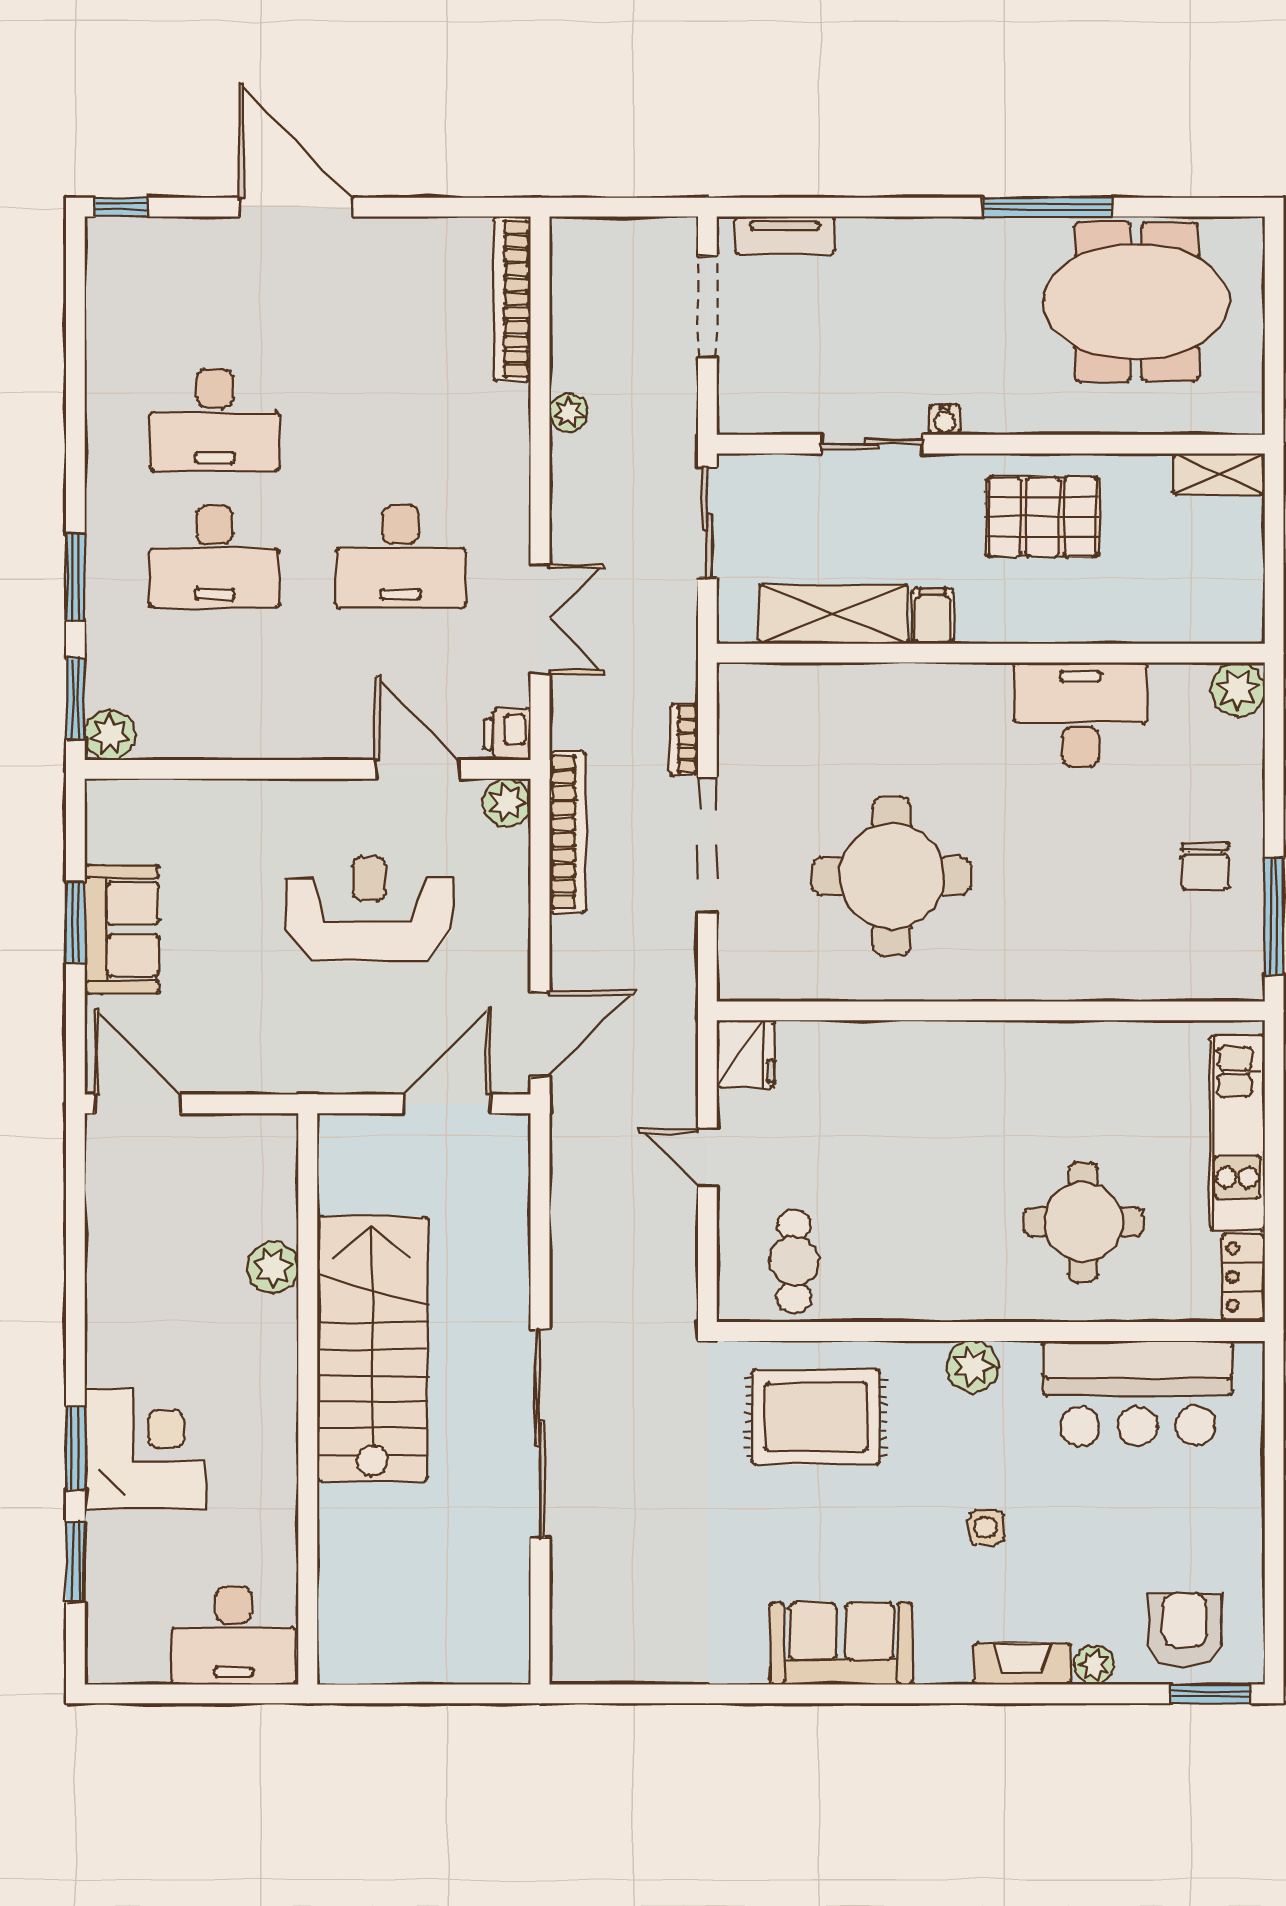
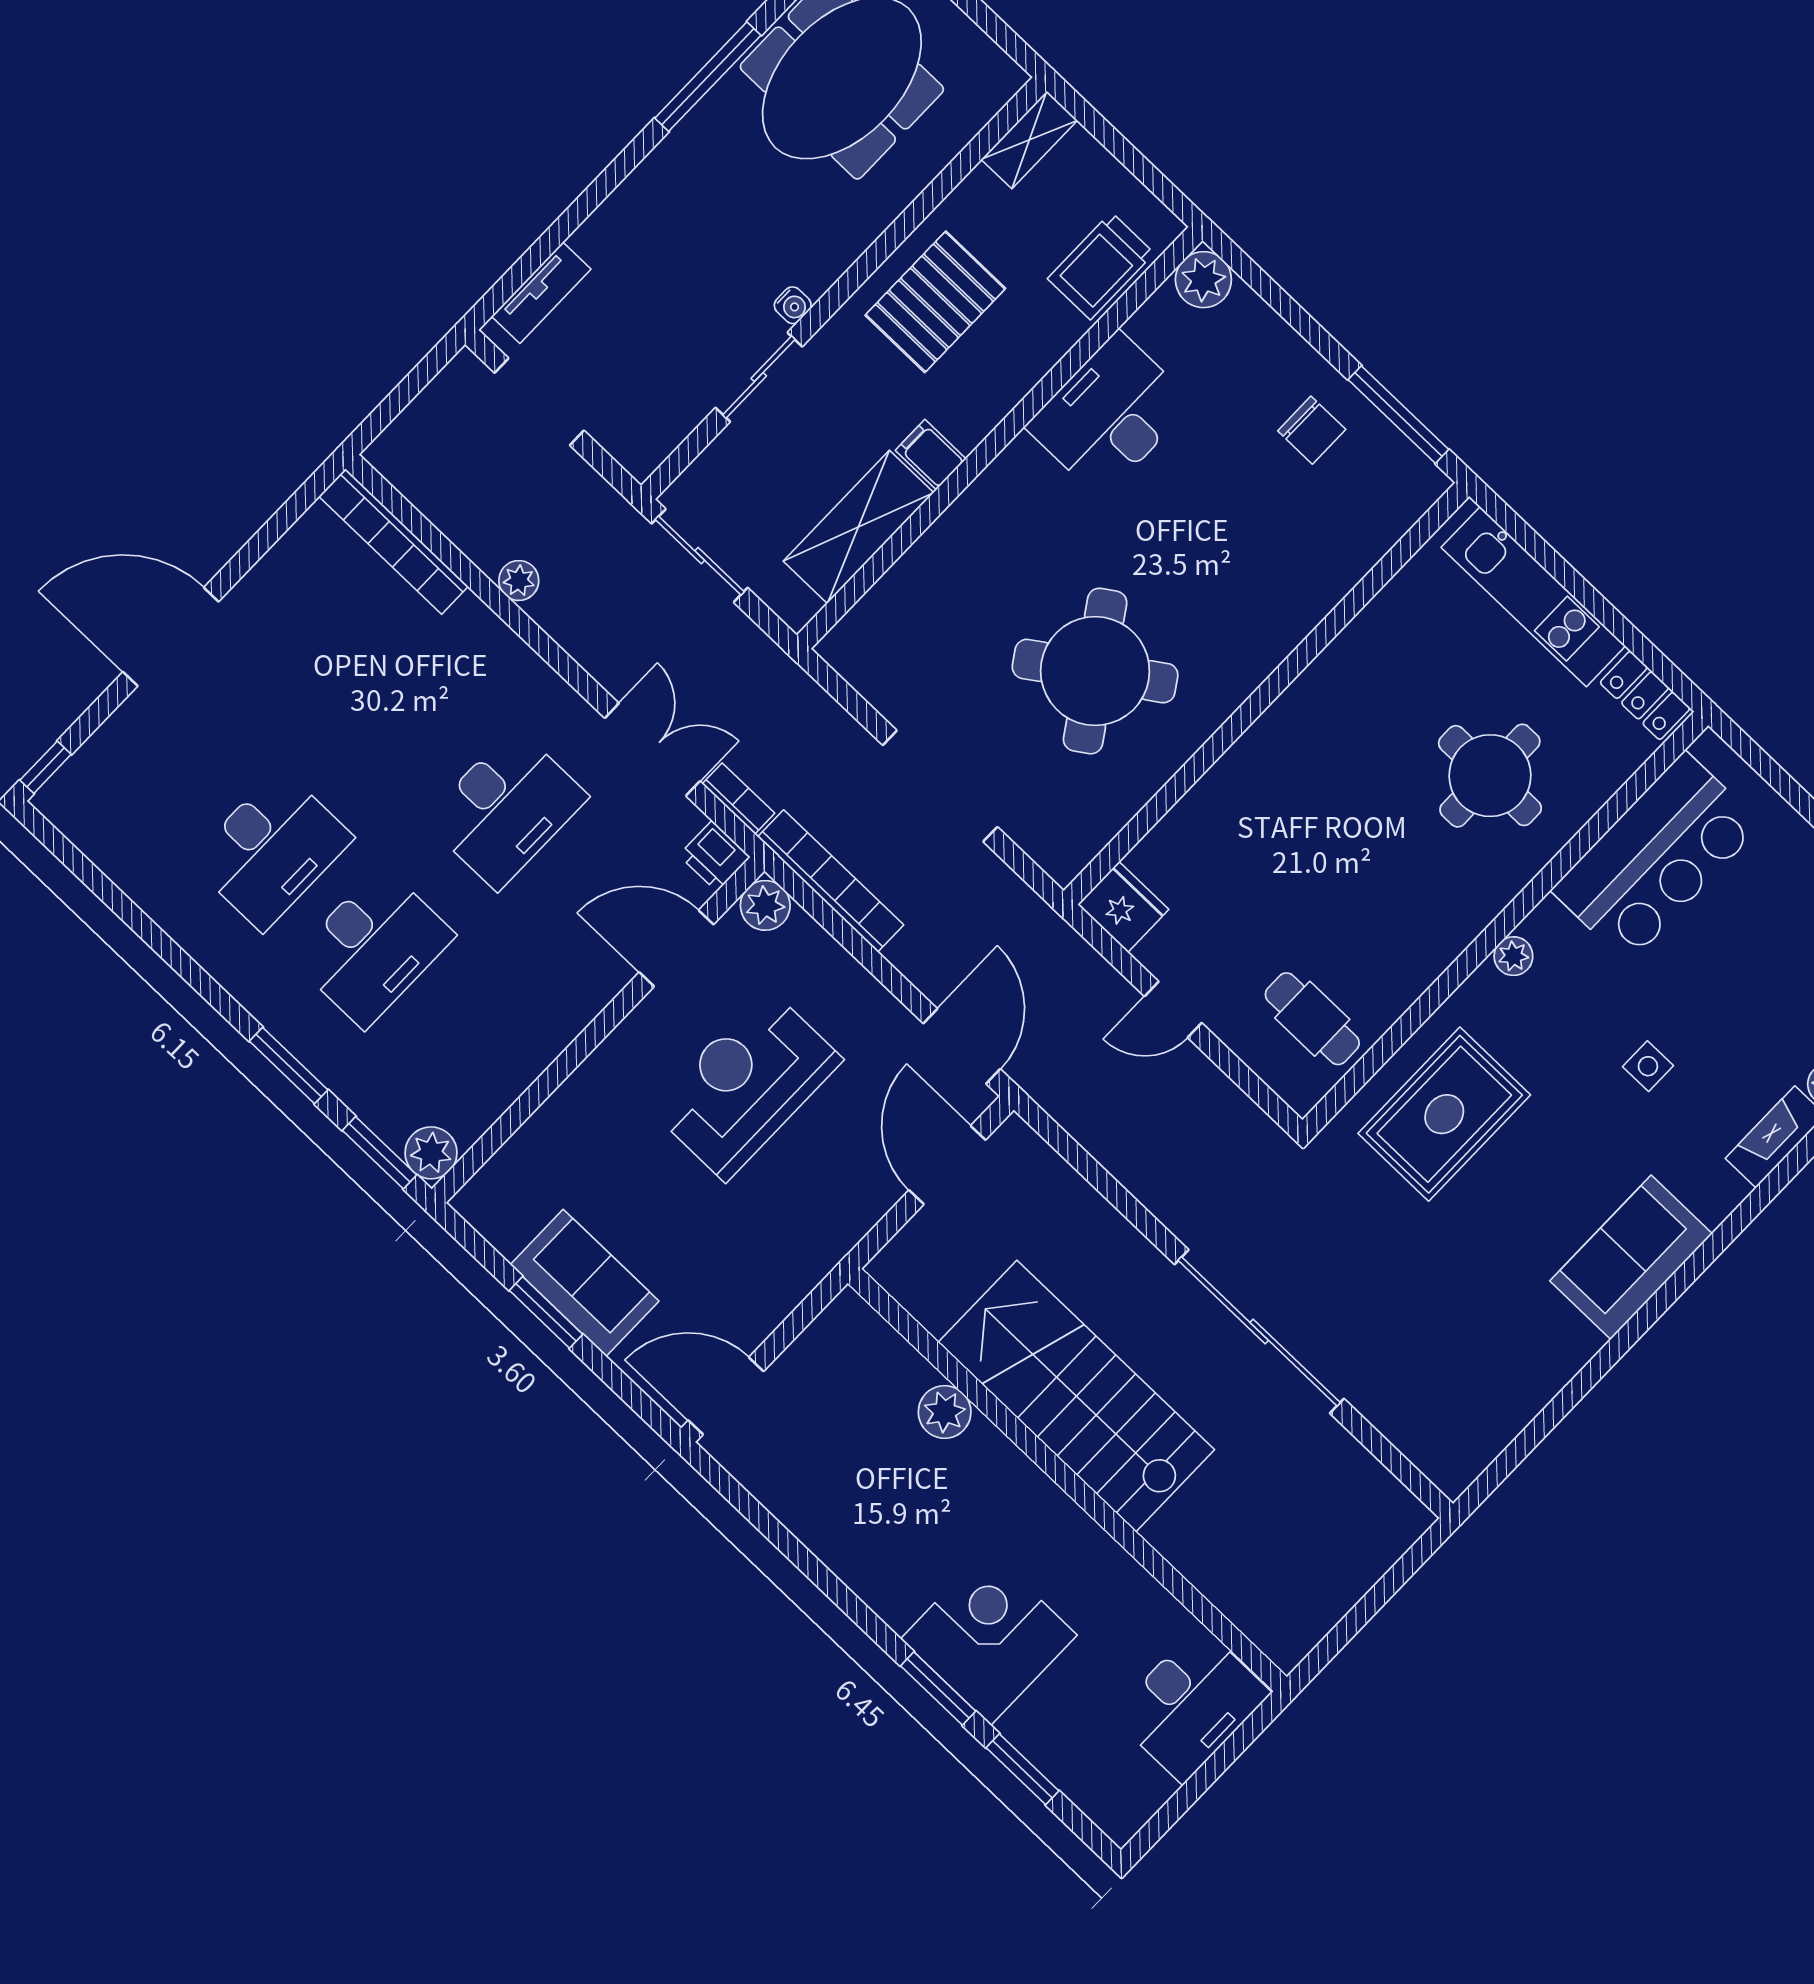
trolley: (1179, 609) -> (1101, 266), added
bookcase: (684, 740) -> (738, 799), moved, turned 180
round table: (892, 876) -> (1095, 671), turned -34
plant: (973, 1367) -> (1513, 956), width x0.73, depth x0.73

